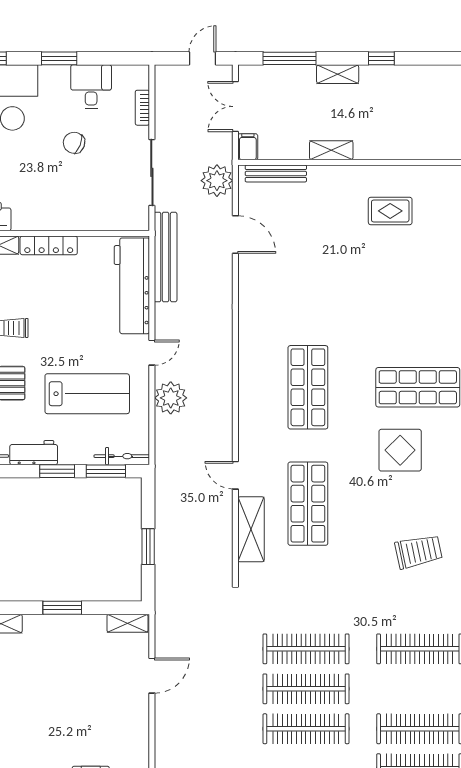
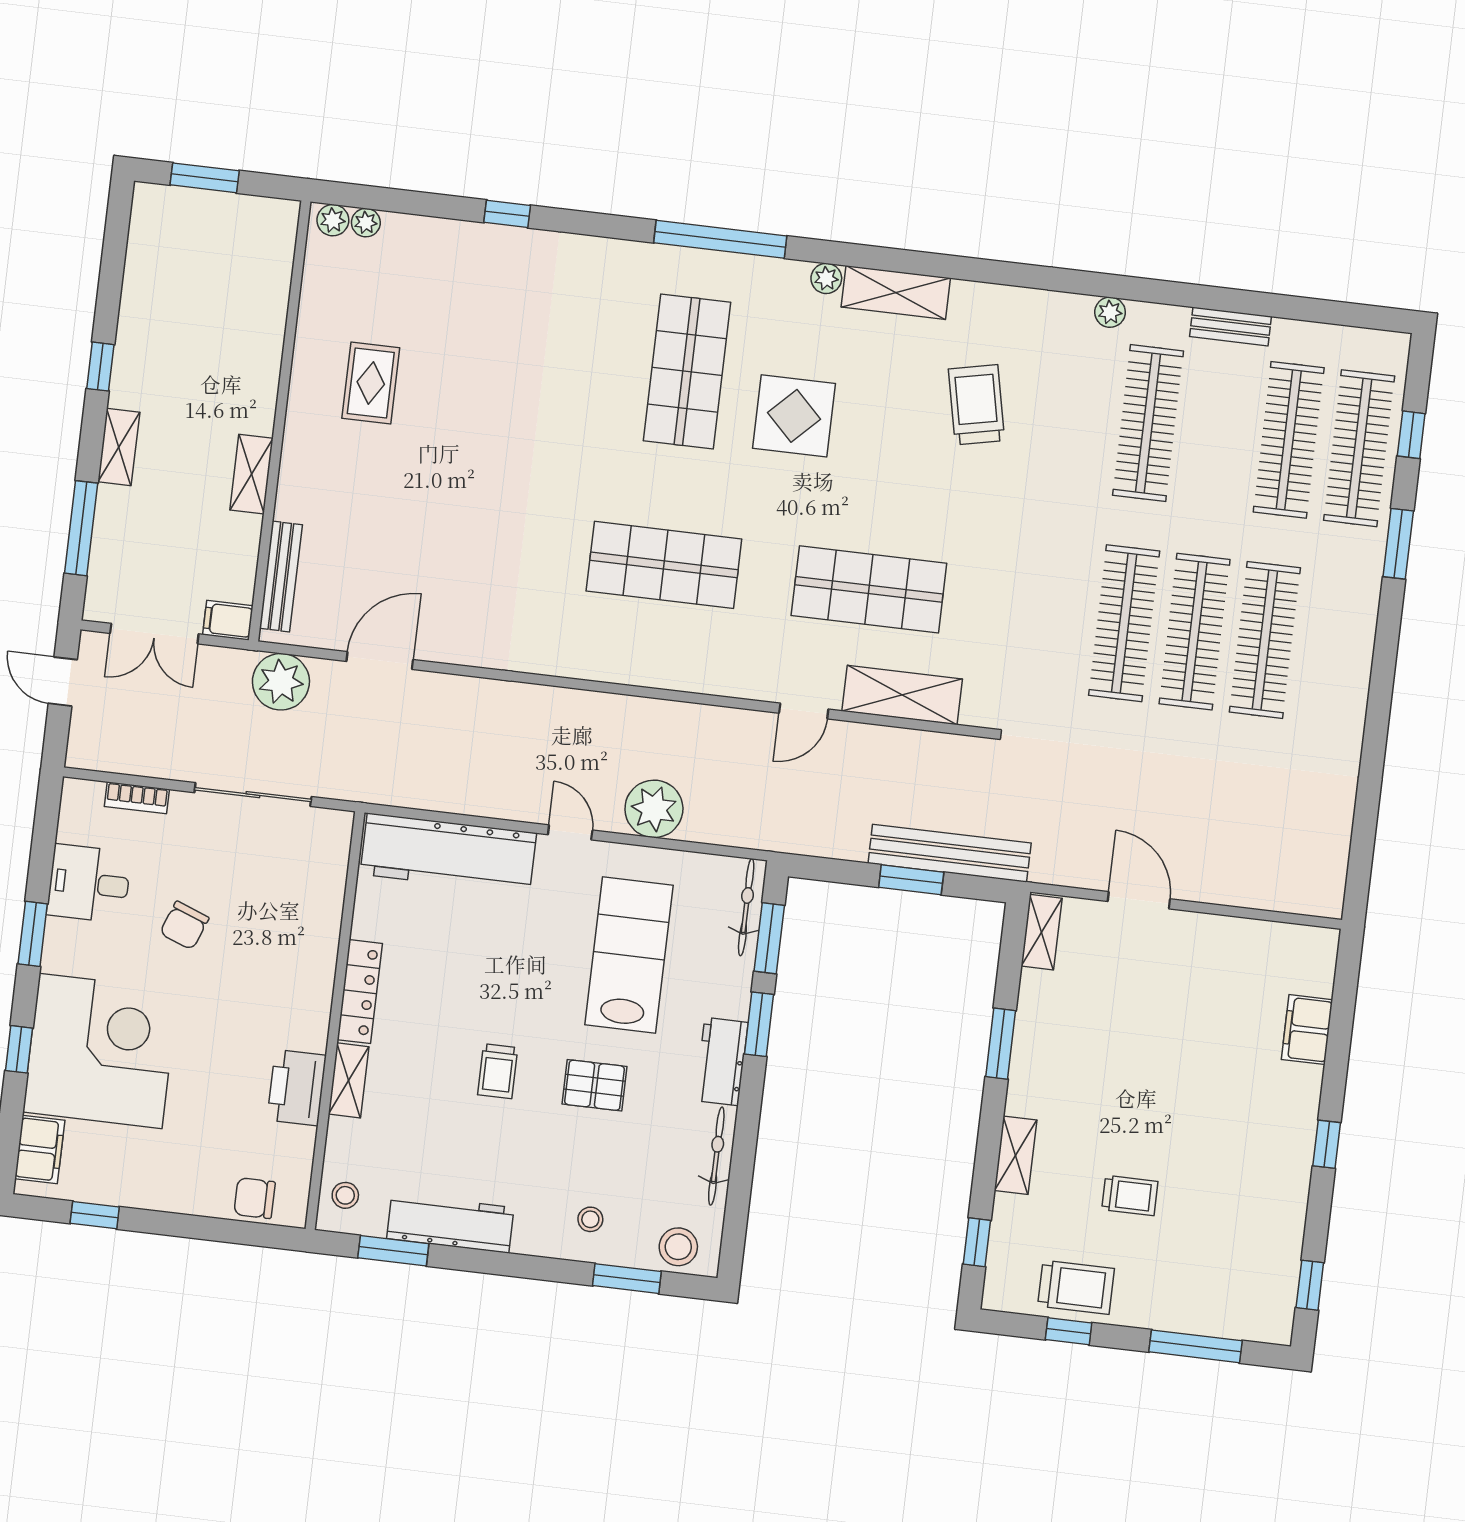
bench: (166, 257) -> (950, 853), moved

